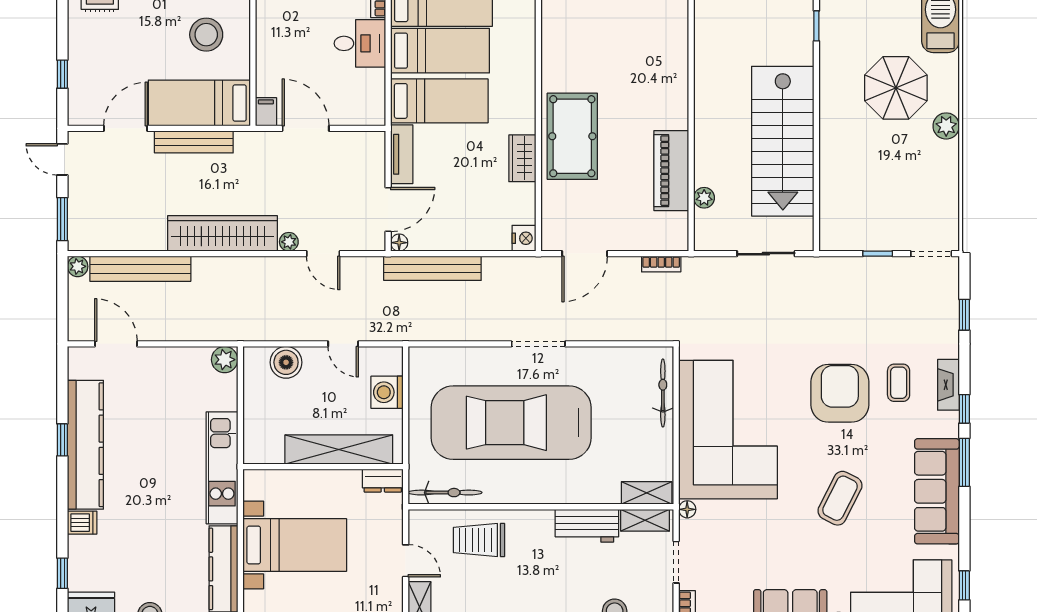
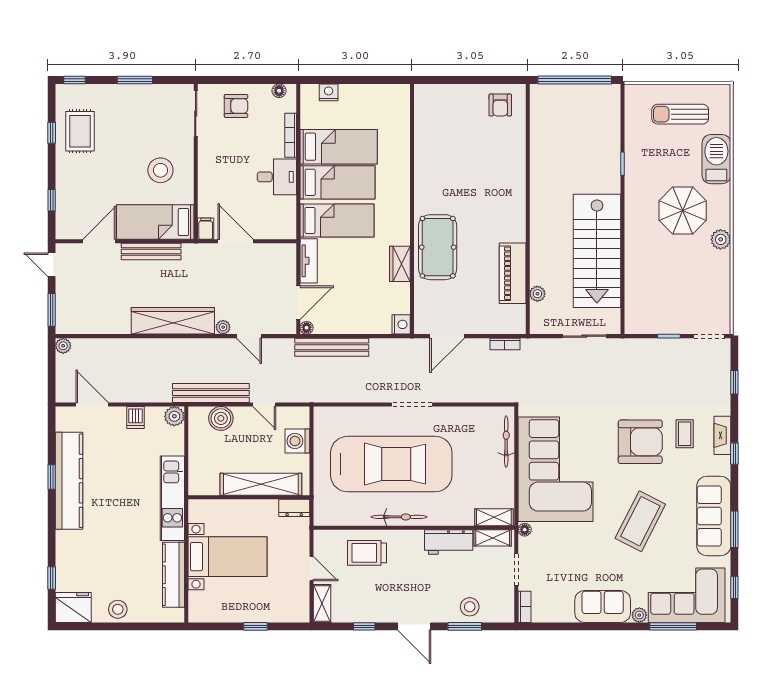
bench: (140, 269) -> (211, 393), moved
armchair: (840, 393) -> (640, 442), turned 90
car: (511, 423) -> (391, 464), turned 180
window: (964, 462) -> (734, 529), moved
bicycle: (445, 493) -> (399, 517), moved
coffee table: (840, 498) -> (640, 521), width x1.36, depth x1.32
dishwasher: (82, 523) -> (136, 417), moved, turned 90

